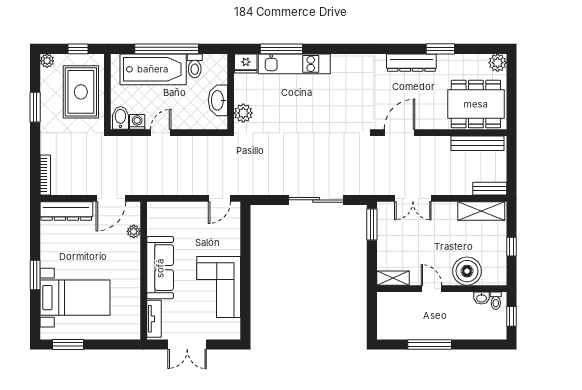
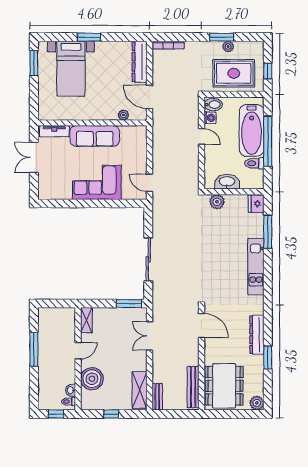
plant: (47, 61) -> (228, 46), moved
kitchen unit: (294, 64) -> (256, 267), moved
corner sofa: (219, 287) -> (97, 182), moved

